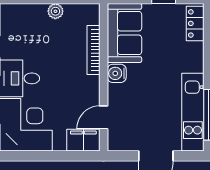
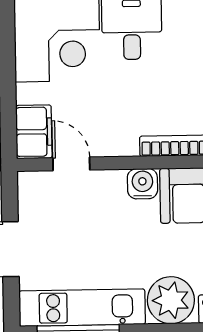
plant: (189, 57) -> (171, 300), added

